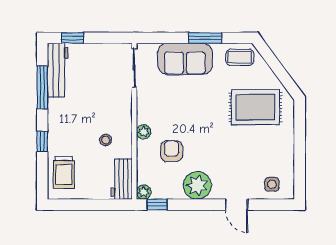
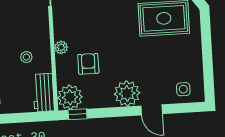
plant: (197, 185) -> (127, 93), moved
plant: (144, 192) -> (70, 97), width x1.87, depth x1.87

